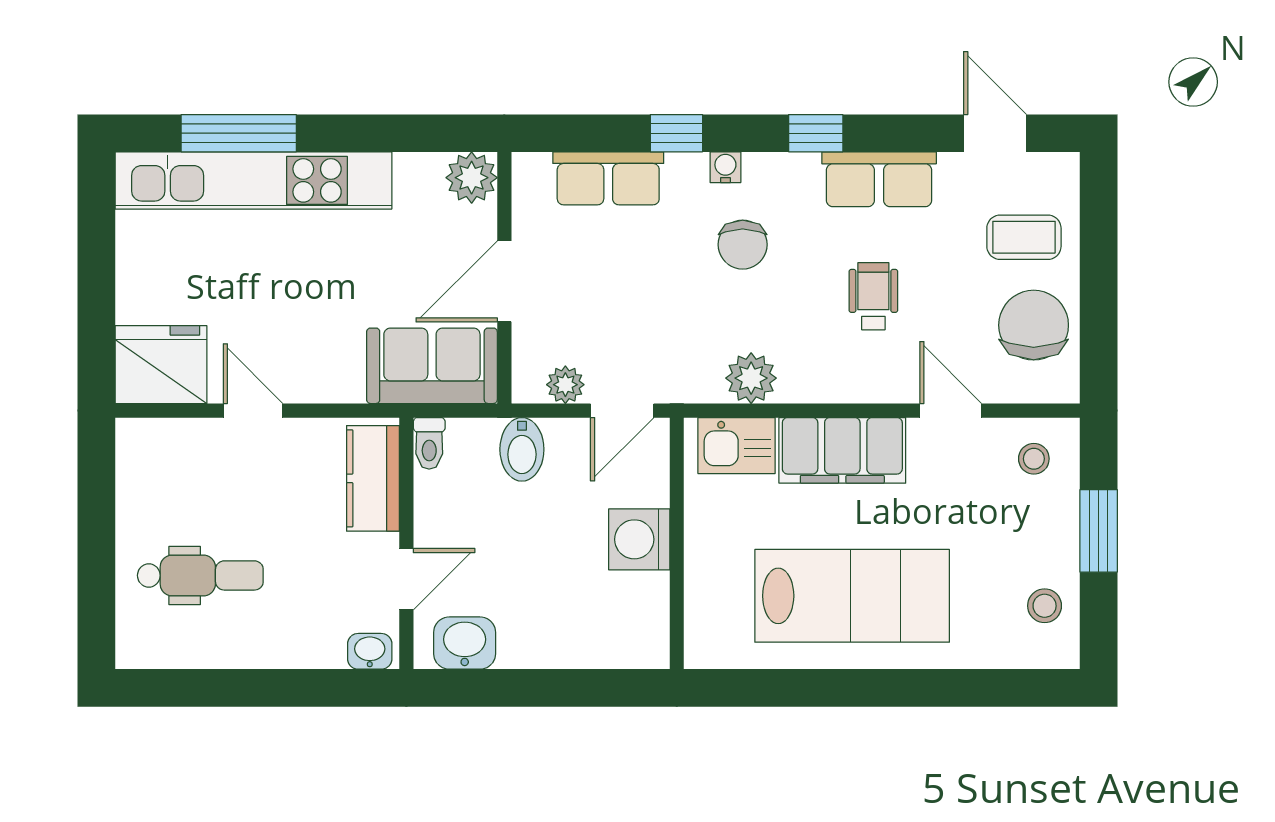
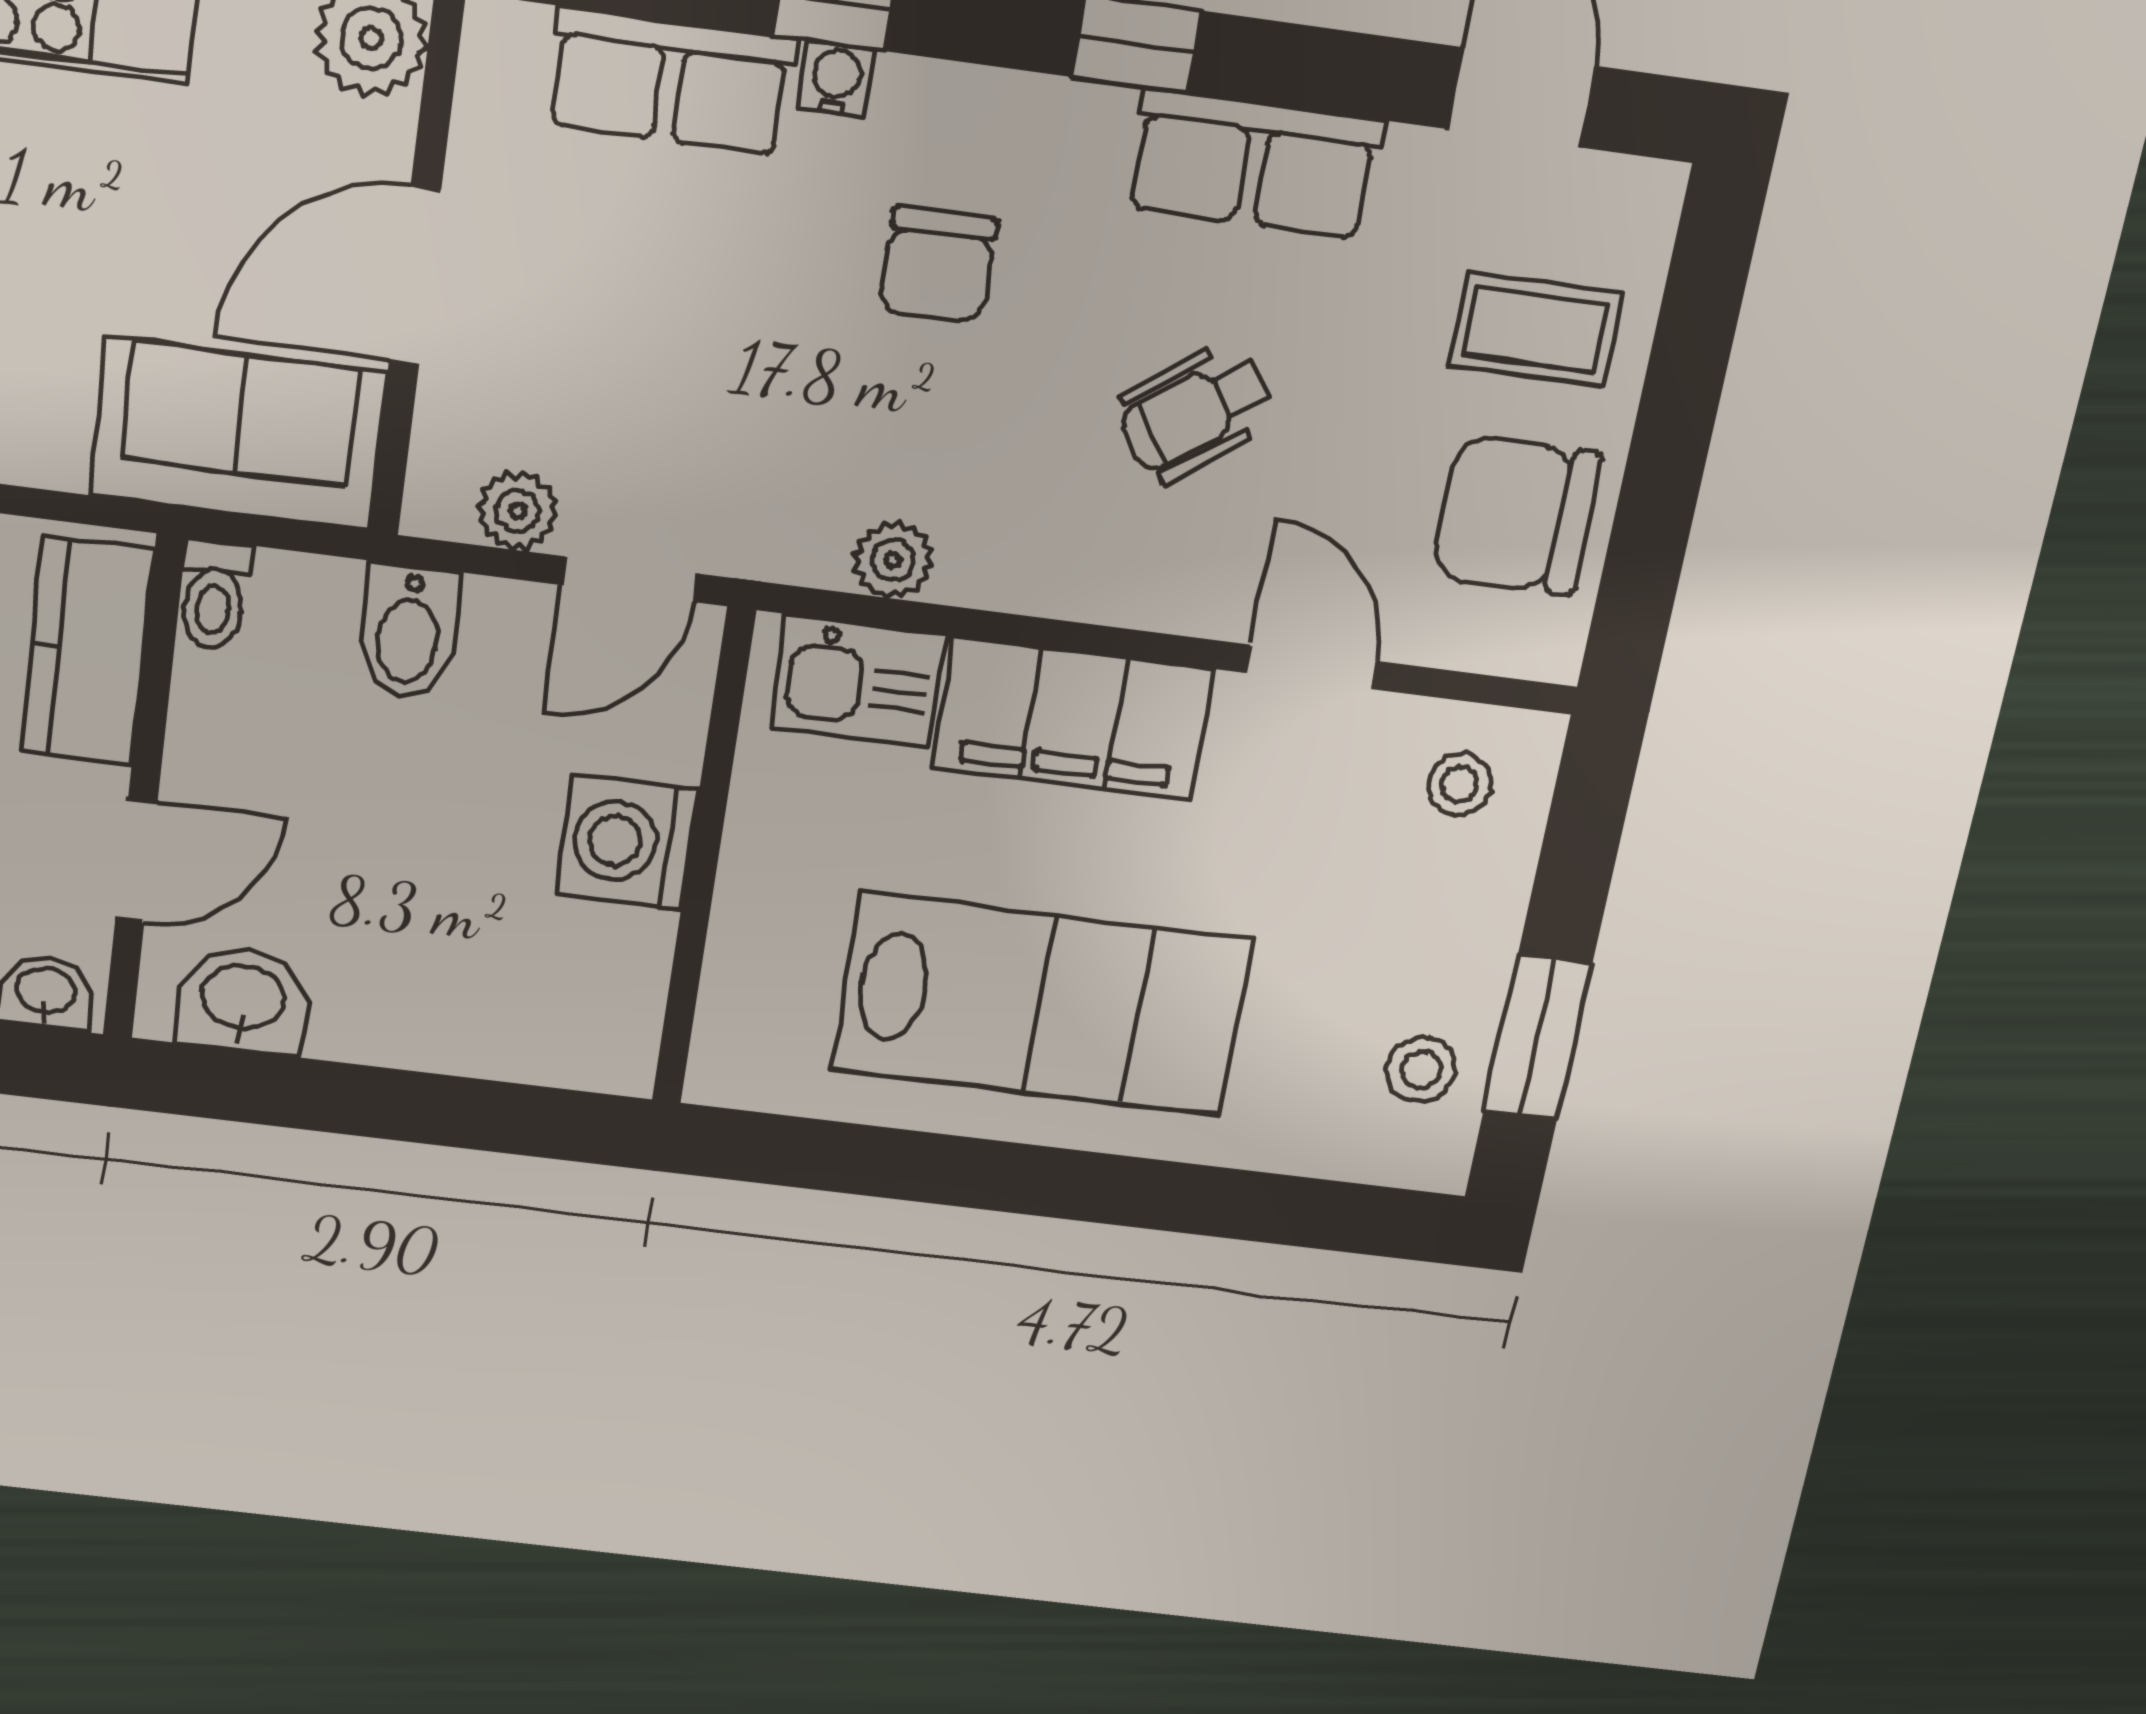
water cooler: (725, 167) -> (836, 79), moved
wheelchair: (873, 296) -> (1196, 412), turned -126
chair: (1034, 325) -> (1517, 515), turned -90
plant: (751, 378) -> (893, 560), width x0.73, depth x0.73
window: (1099, 531) -> (1538, 1038), moved

